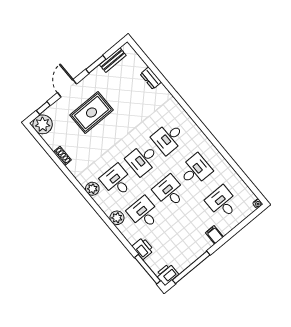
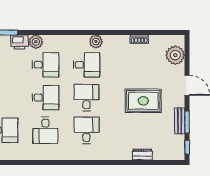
bench: (113, 60) -> (180, 121), moved
window: (43, 108) -> (187, 147), moved
rug: (92, 112) -> (143, 101), moved, turned 90
plant: (43, 124) -> (175, 55), moved
plant: (117, 218) -> (36, 42), moved

